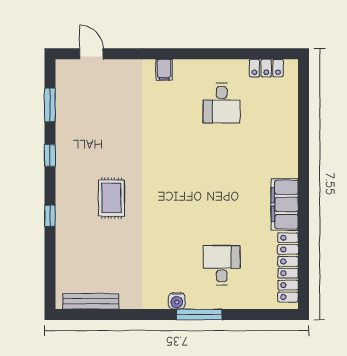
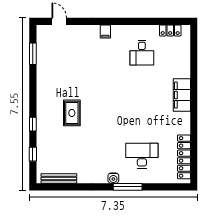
window: (50, 156) -> (33, 154), moved
filing cabinet: (285, 204) -> (182, 95), moved
desk: (222, 265) -> (142, 156), width x1.37

